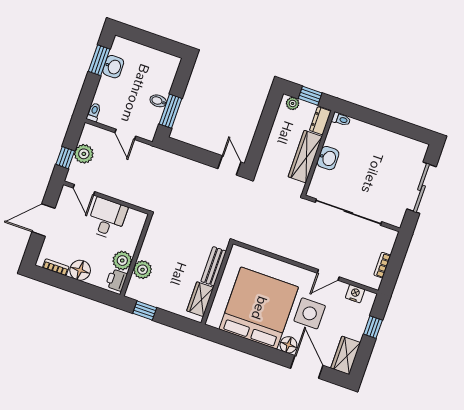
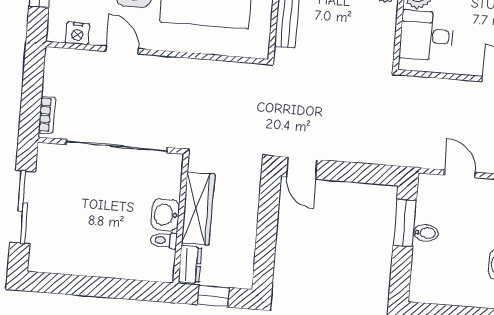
plant: (293, 103) -> (235, 279), removed
toilet: (341, 119) -> (164, 240), moved
desk: (107, 219) -> (427, 36), moved, turned 90
bookcase: (382, 265) -> (47, 115), moved
door: (328, 275) -> (122, 50), hinge flipped

